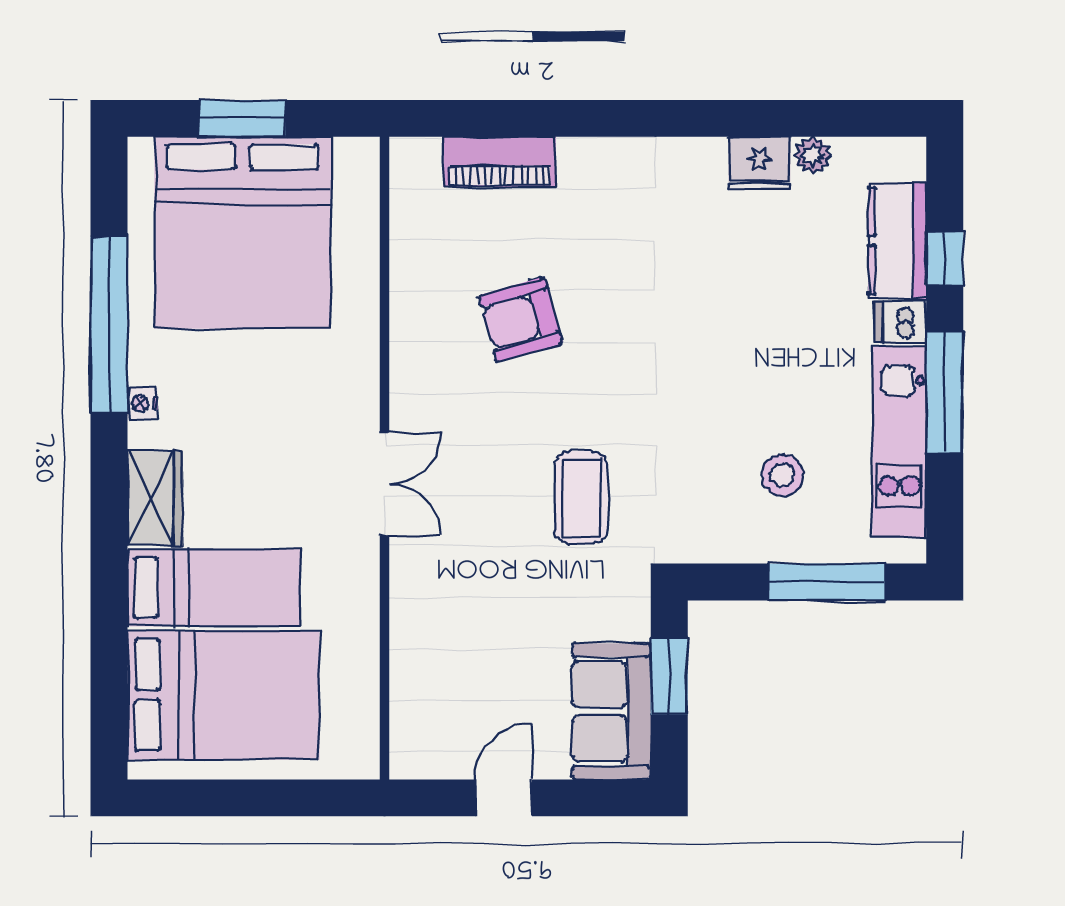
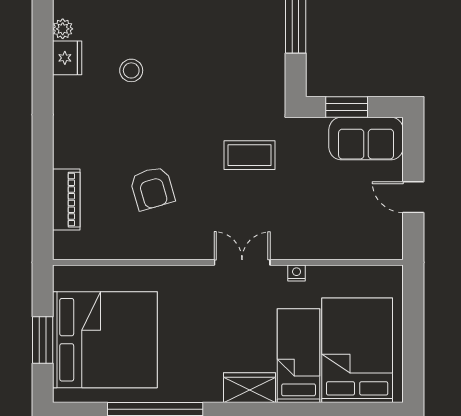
nightstand: (142, 403) -> (297, 273), moved, turned 180
stool: (782, 475) -> (131, 70), moved

